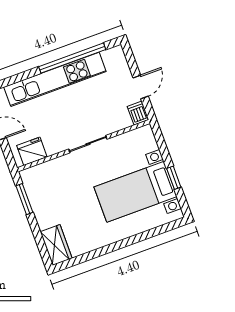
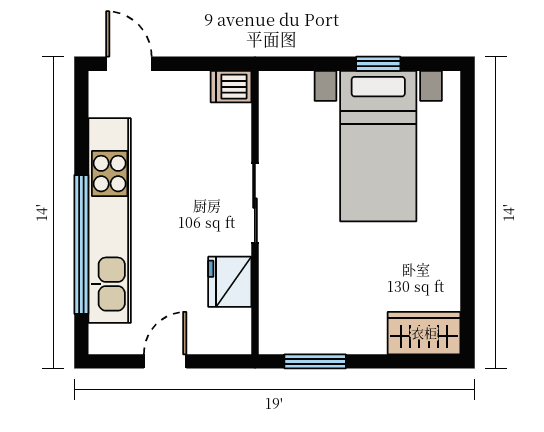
window: (72, 58) -> (81, 245), moved
door: (141, 87) -> (129, 64), moved
fridge: (32, 151) -> (230, 282), moved

